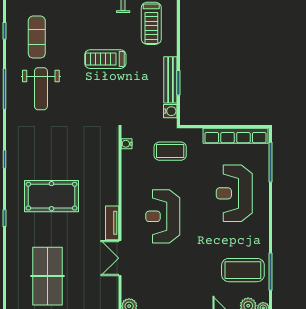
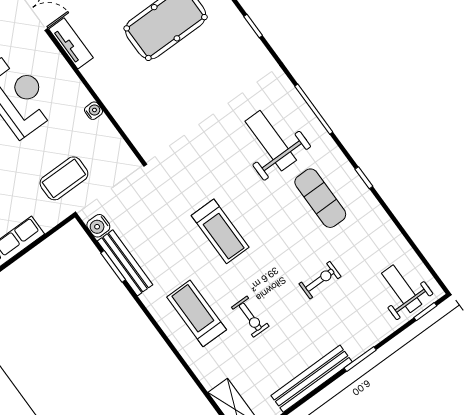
treadmill: (105, 59) -> (220, 231), turned 90
water cooler: (127, 144) -> (93, 111), moved

